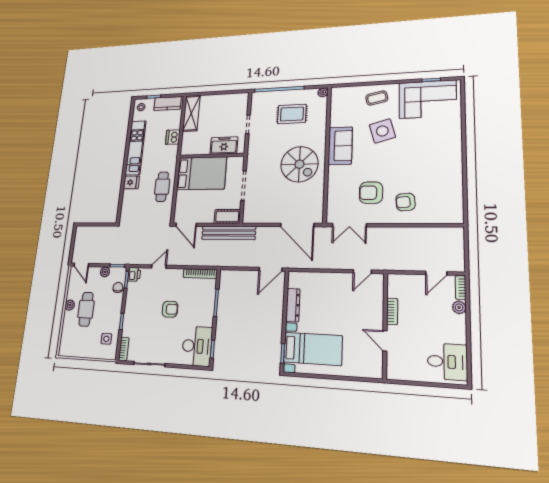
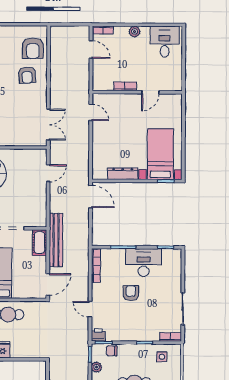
armchair: (371, 193) -> (33, 48), moved
door: (297, 225) -> (48, 173), width x0.53
plant: (459, 307) -> (135, 32), moved
desk: (197, 346) -> (144, 263), moved

